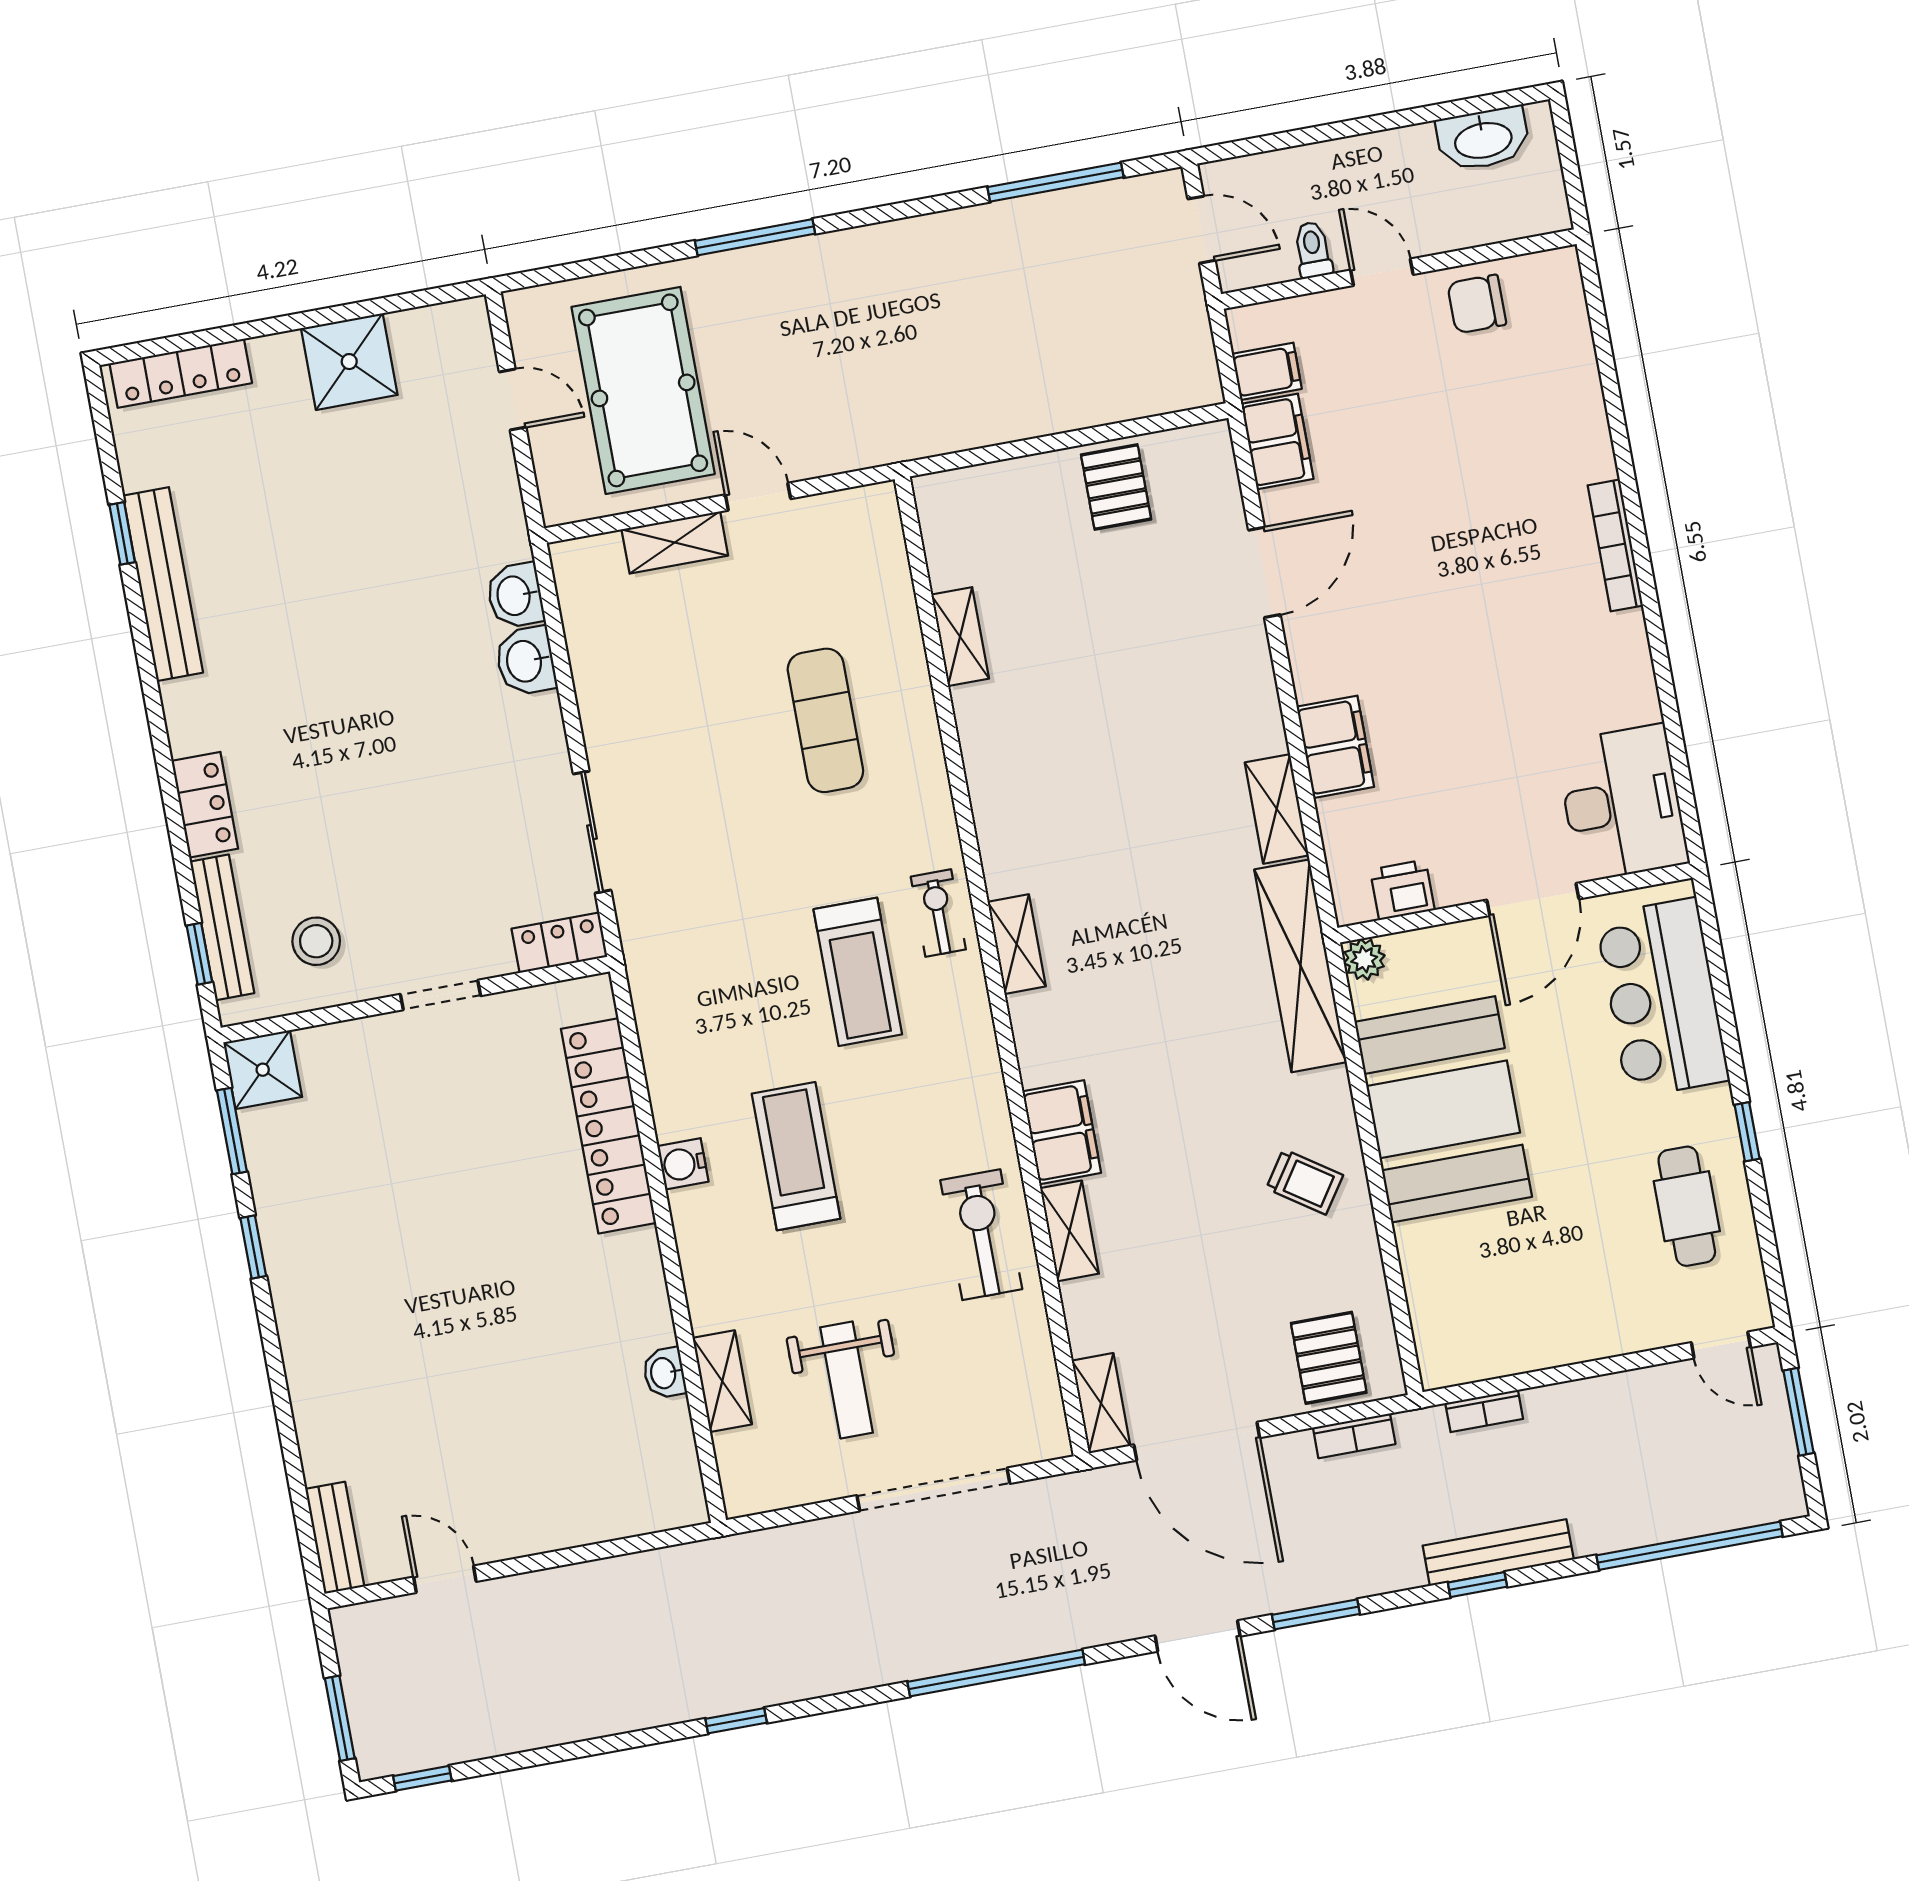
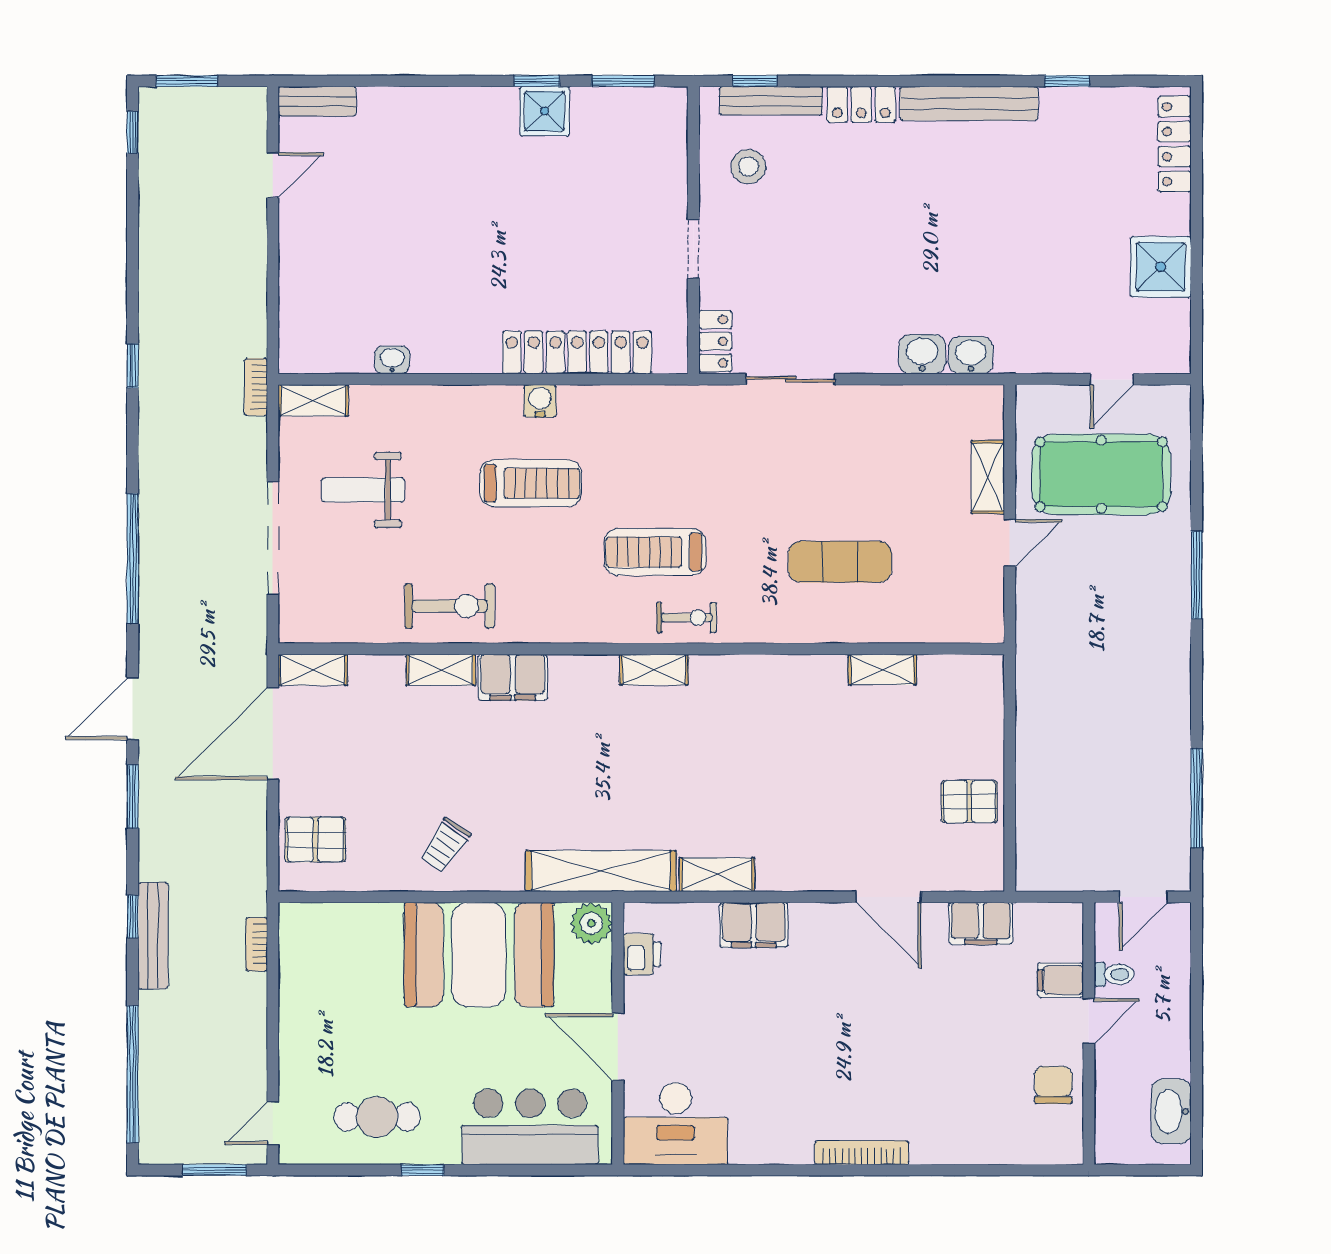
filing cabinet: (1267, 371) -> (1060, 980), moved, turned 90
bench: (163, 584) -> (969, 104), moved
plant: (1364, 959) -> (591, 923), width x1.38, depth x1.38
shower: (263, 1070) -> (544, 111), moved
shelving: (722, 1381) -> (313, 400), moved
bookcase: (1354, 1436) -> (256, 387), moved

